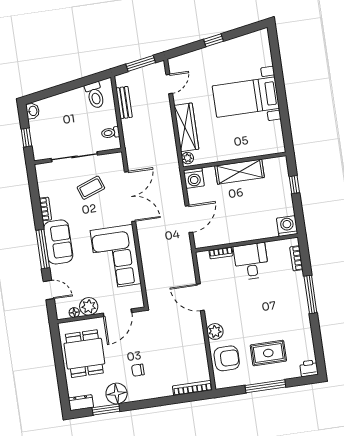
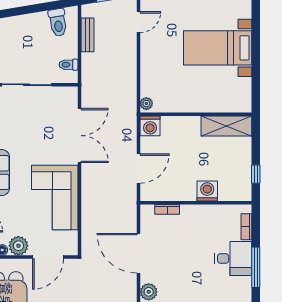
wardrobe: (186, 127) -> (150, 71), removed
shelving: (240, 172) -> (226, 126), moved
window: (294, 185) -> (256, 174), moved
coffee table: (91, 188) -> (39, 120), removed
washing machine: (287, 226) -> (207, 191), moved
desk: (251, 261) -> (233, 258), moved, turned 90
door: (200, 297) -> (138, 253), width x1.36

